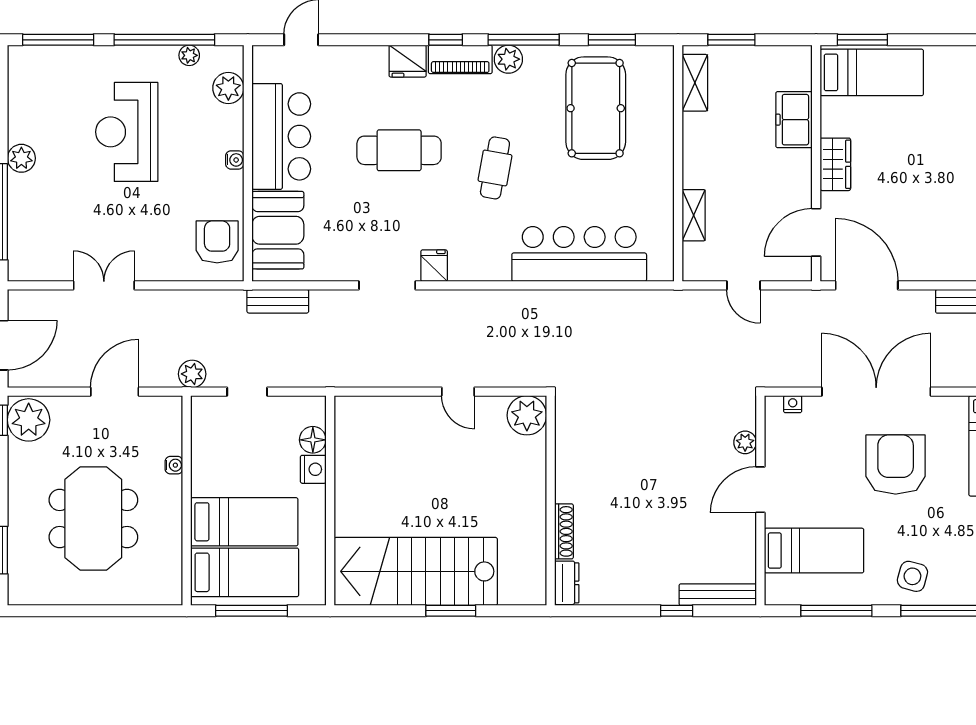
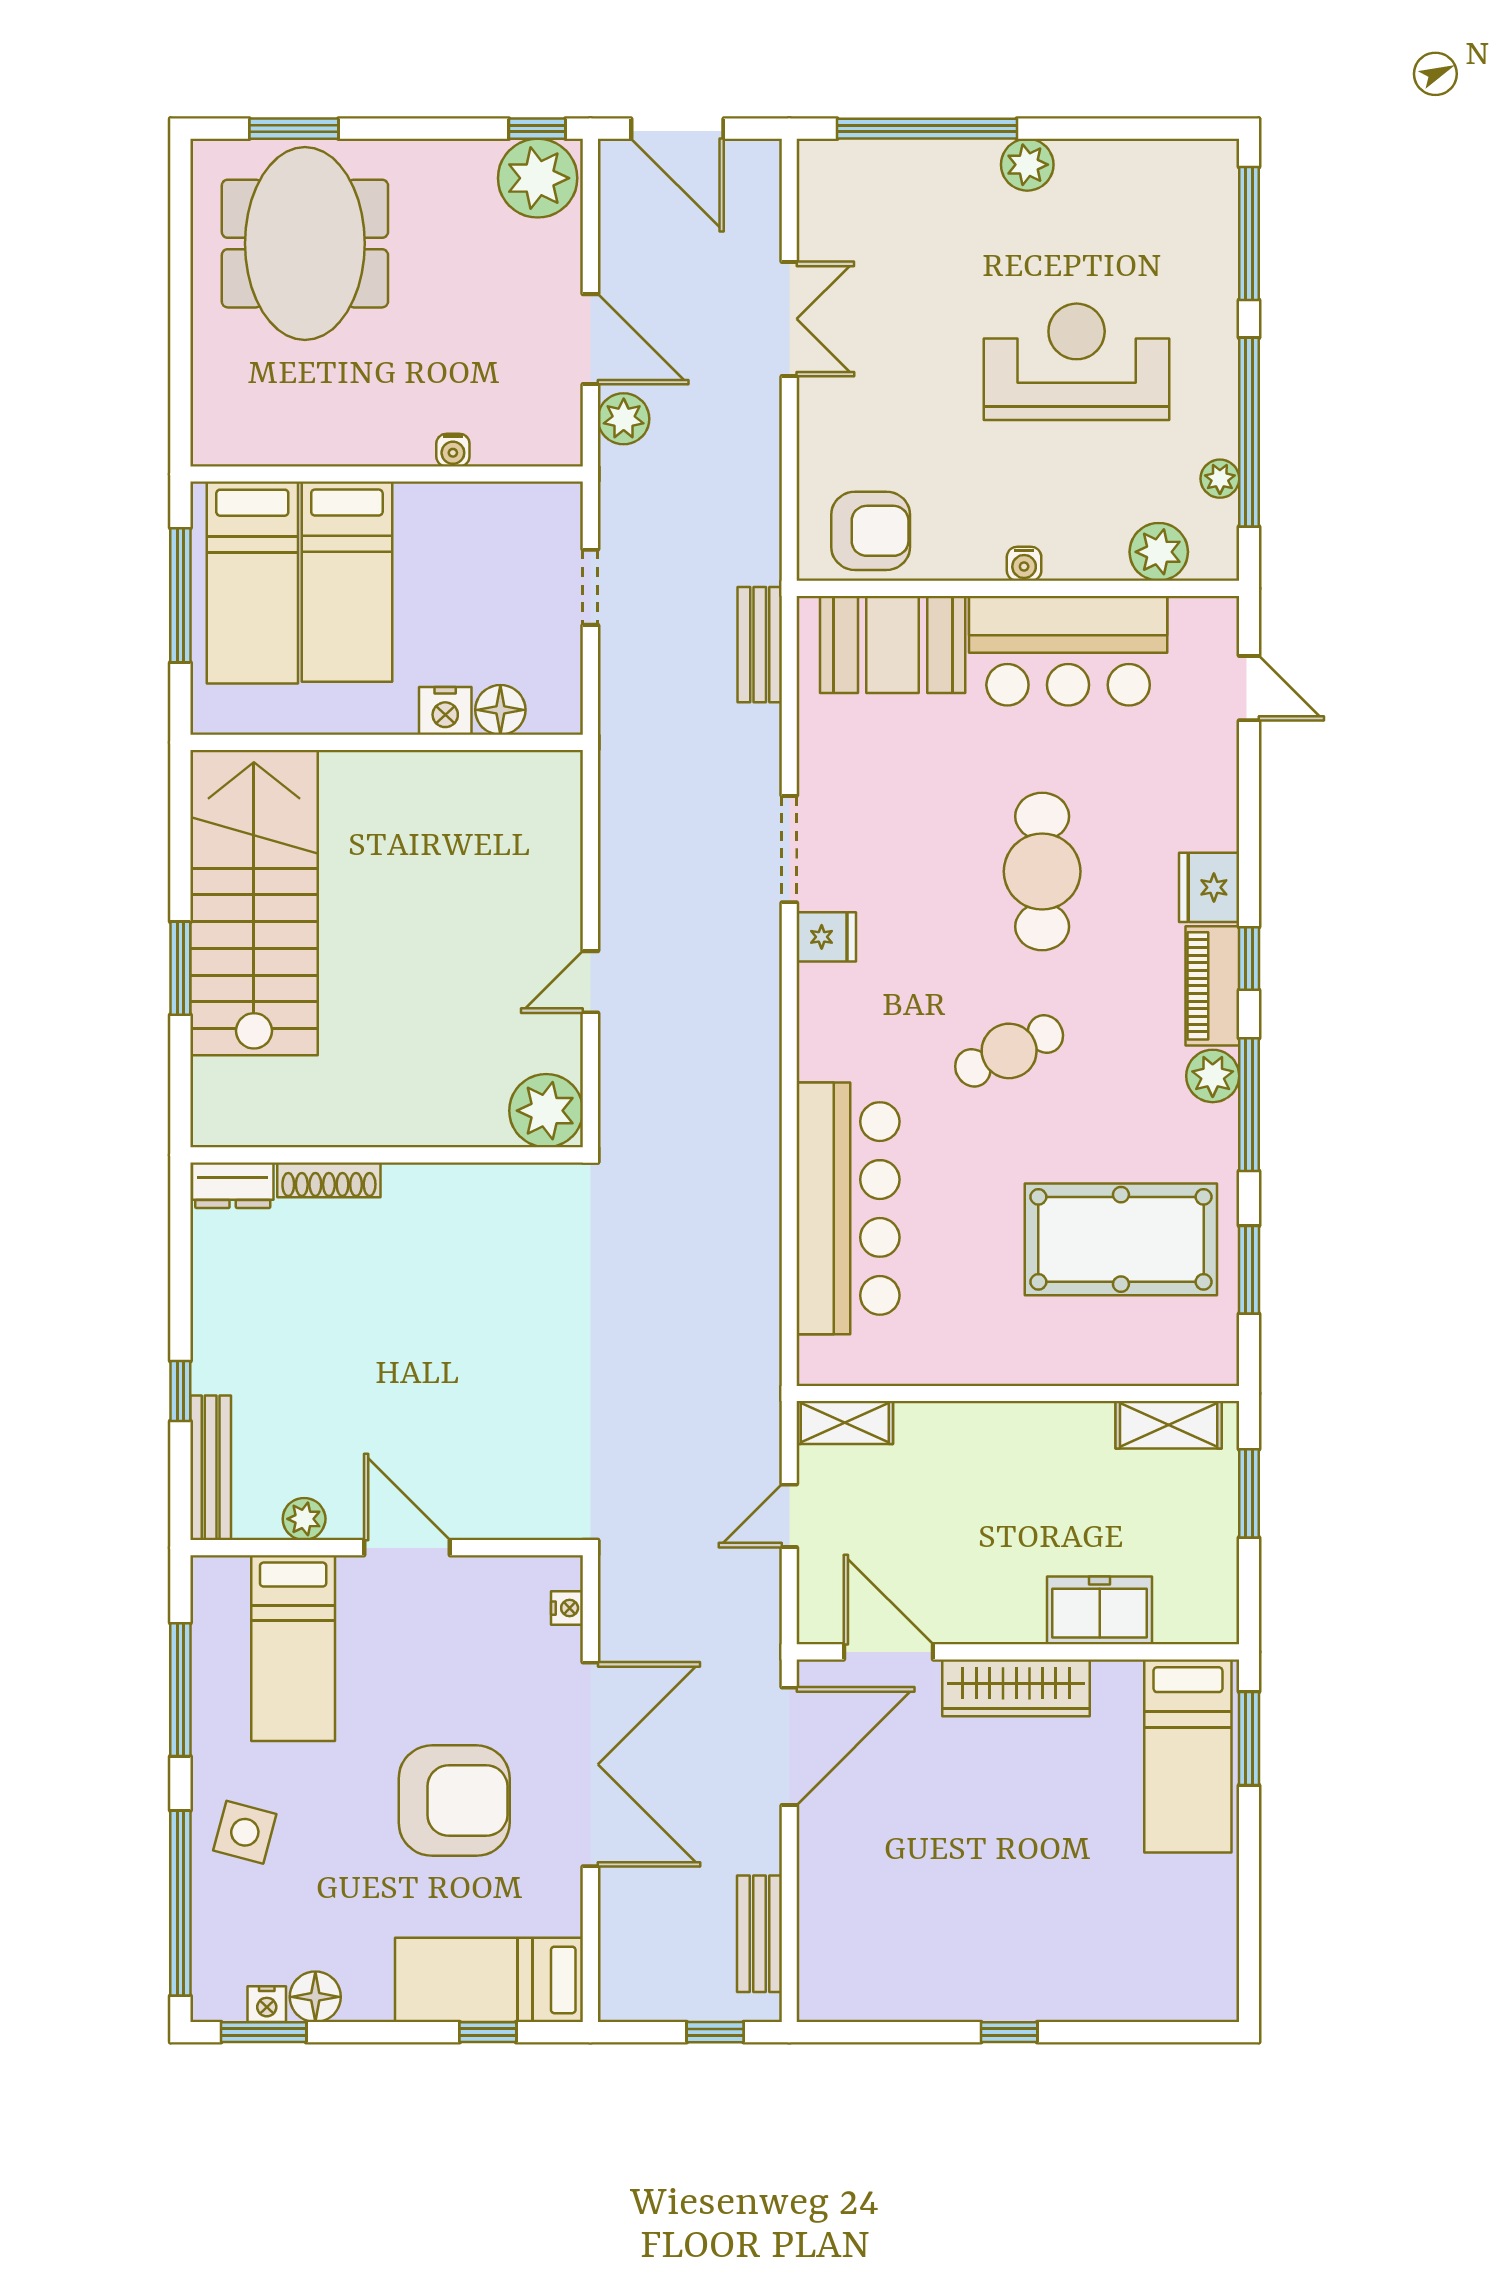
wardrobe: (835, 164) -> (1016, 1688), width x1.50
cafe table: (495, 168) -> (1009, 1051), turned -35
shelving: (694, 215) -> (845, 1423), moved
plant: (192, 374) -> (624, 419), moved
plant: (745, 442) -> (304, 1519), moved
meeting table: (93, 518) -> (305, 244), moved, turned 90

